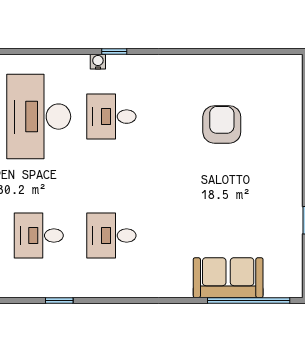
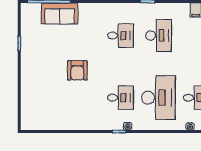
armchair: (222, 124) -> (77, 70), moved
desk: (39, 236) -> (158, 36), width x1.37

